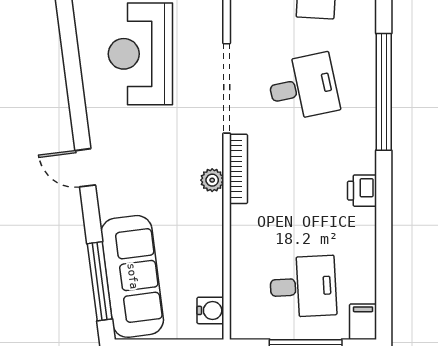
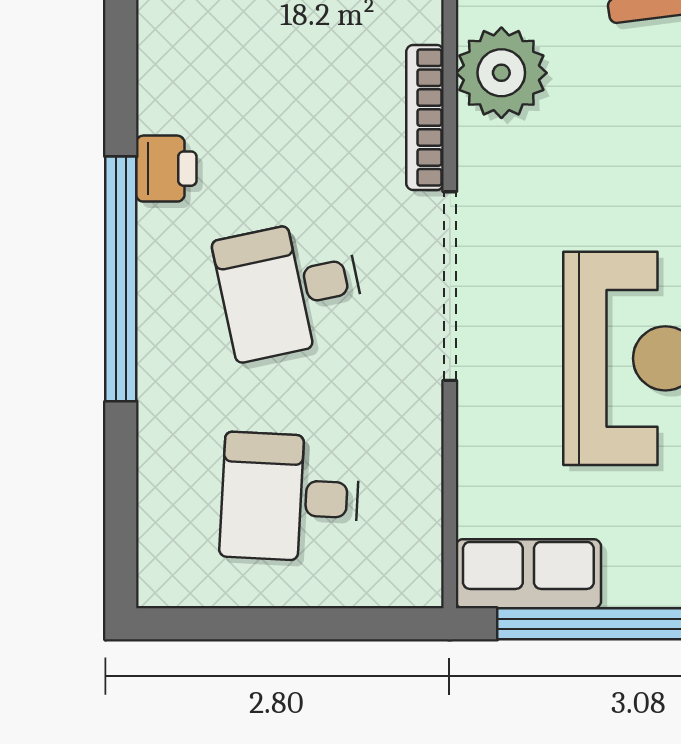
plant: (212, 180) -> (501, 73), width x1.87, depth x1.87
printer: (362, 191) -> (166, 169), moved

